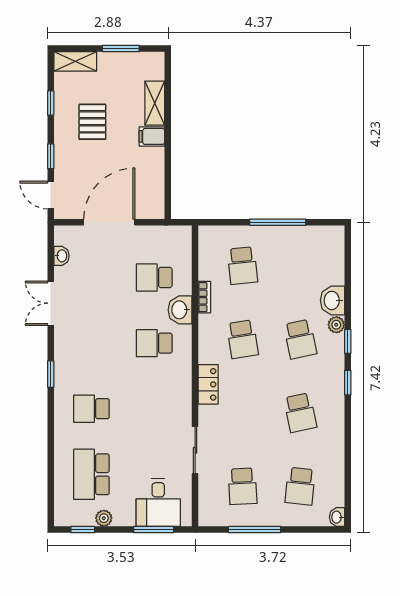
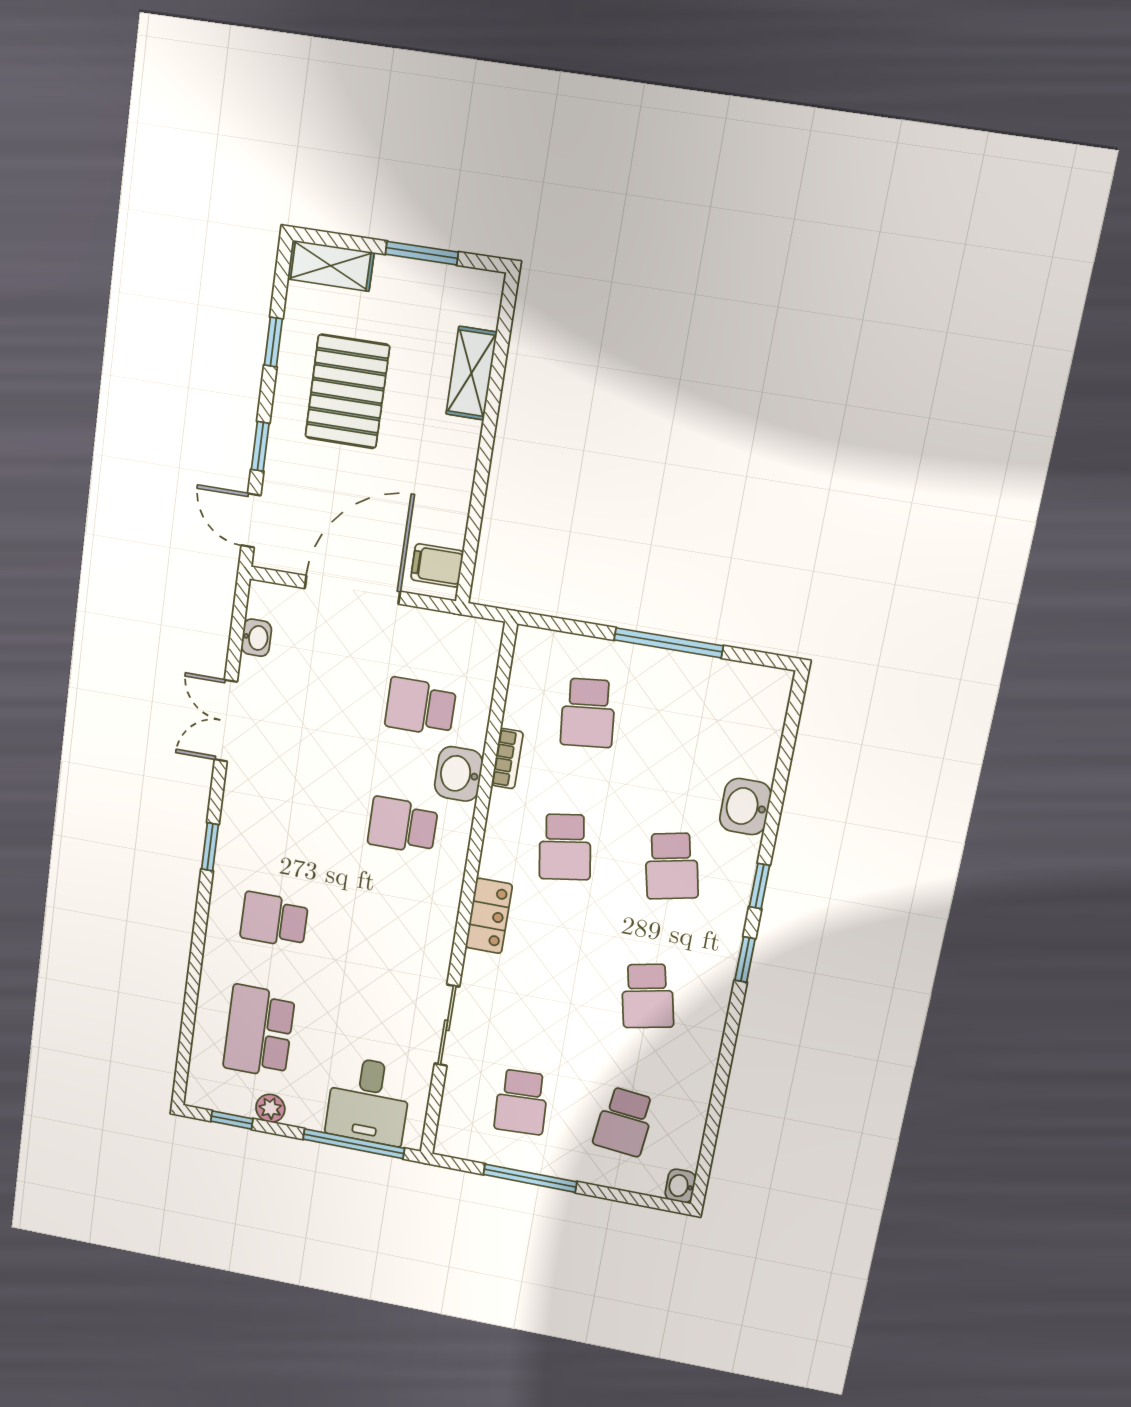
pallet: (92, 122) -> (347, 391), width x1.50, depth x1.42
filing cabinet: (152, 136) -> (437, 565), moved
plant: (336, 325) -> (744, 852), removed
window: (154, 530) -> (354, 1144), width x1.44

